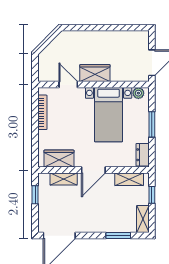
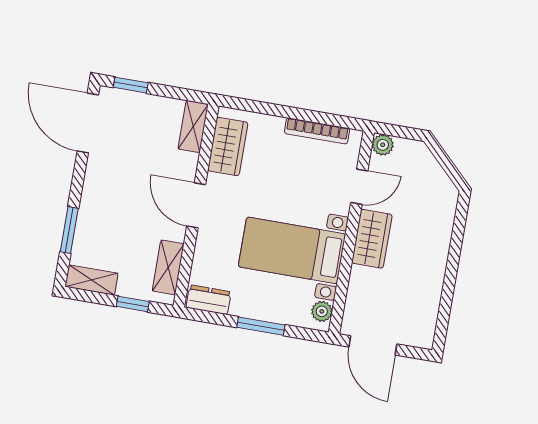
plant: (44, 76) -> (383, 145), added
shelving: (64, 179) -> (193, 126), moved
window: (35, 195) -> (131, 85), moved

